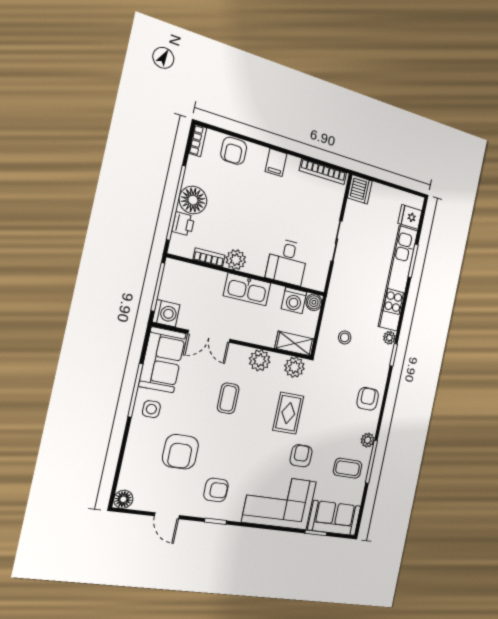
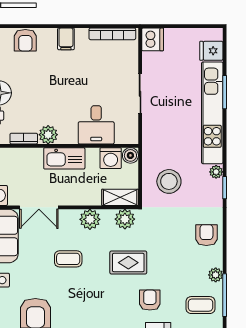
stool: (345, 338) -> (169, 181), width x1.89, depth x1.89
coffee table: (228, 398) -> (68, 259), turned 90
rug: (288, 413) -> (128, 263), turned 90

